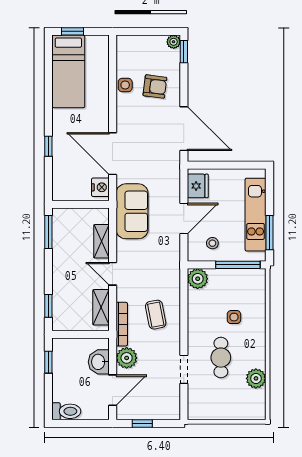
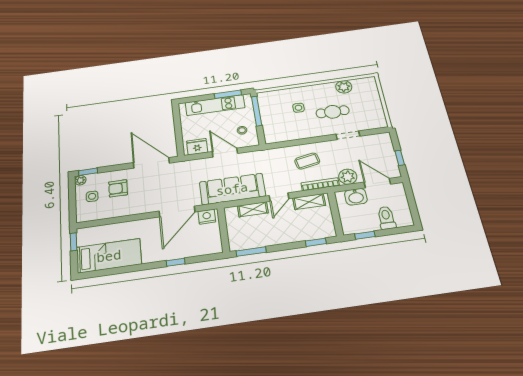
window: (72, 31) -> (73, 242), moved
side table: (125, 85) -> (92, 196), moved
armchair: (155, 86) -> (118, 188), turned -97
door: (184, 129) -> (151, 163), hinge flipped
sofa: (132, 211) -> (232, 189), width x1.36
plant: (198, 279) -> (272, 136), removed
toilet: (66, 411) -> (386, 218), moved

